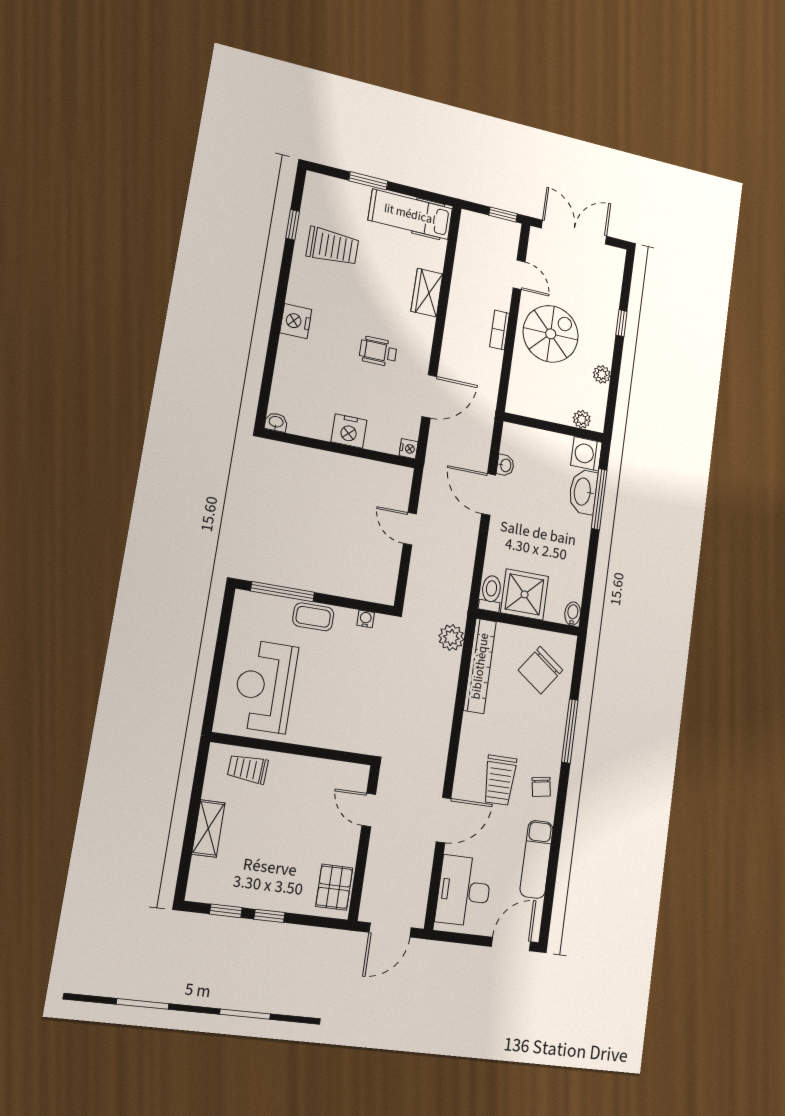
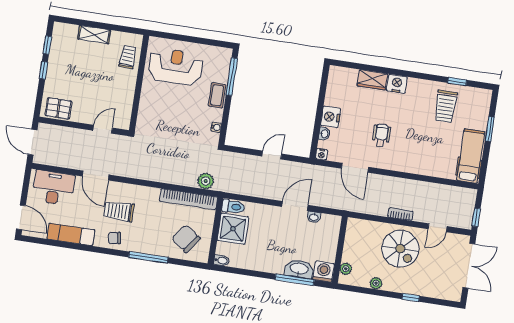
wardrobe: (427, 293) -> (372, 80), moved, turned 180
washbasin: (276, 422) -> (324, 134), moved

